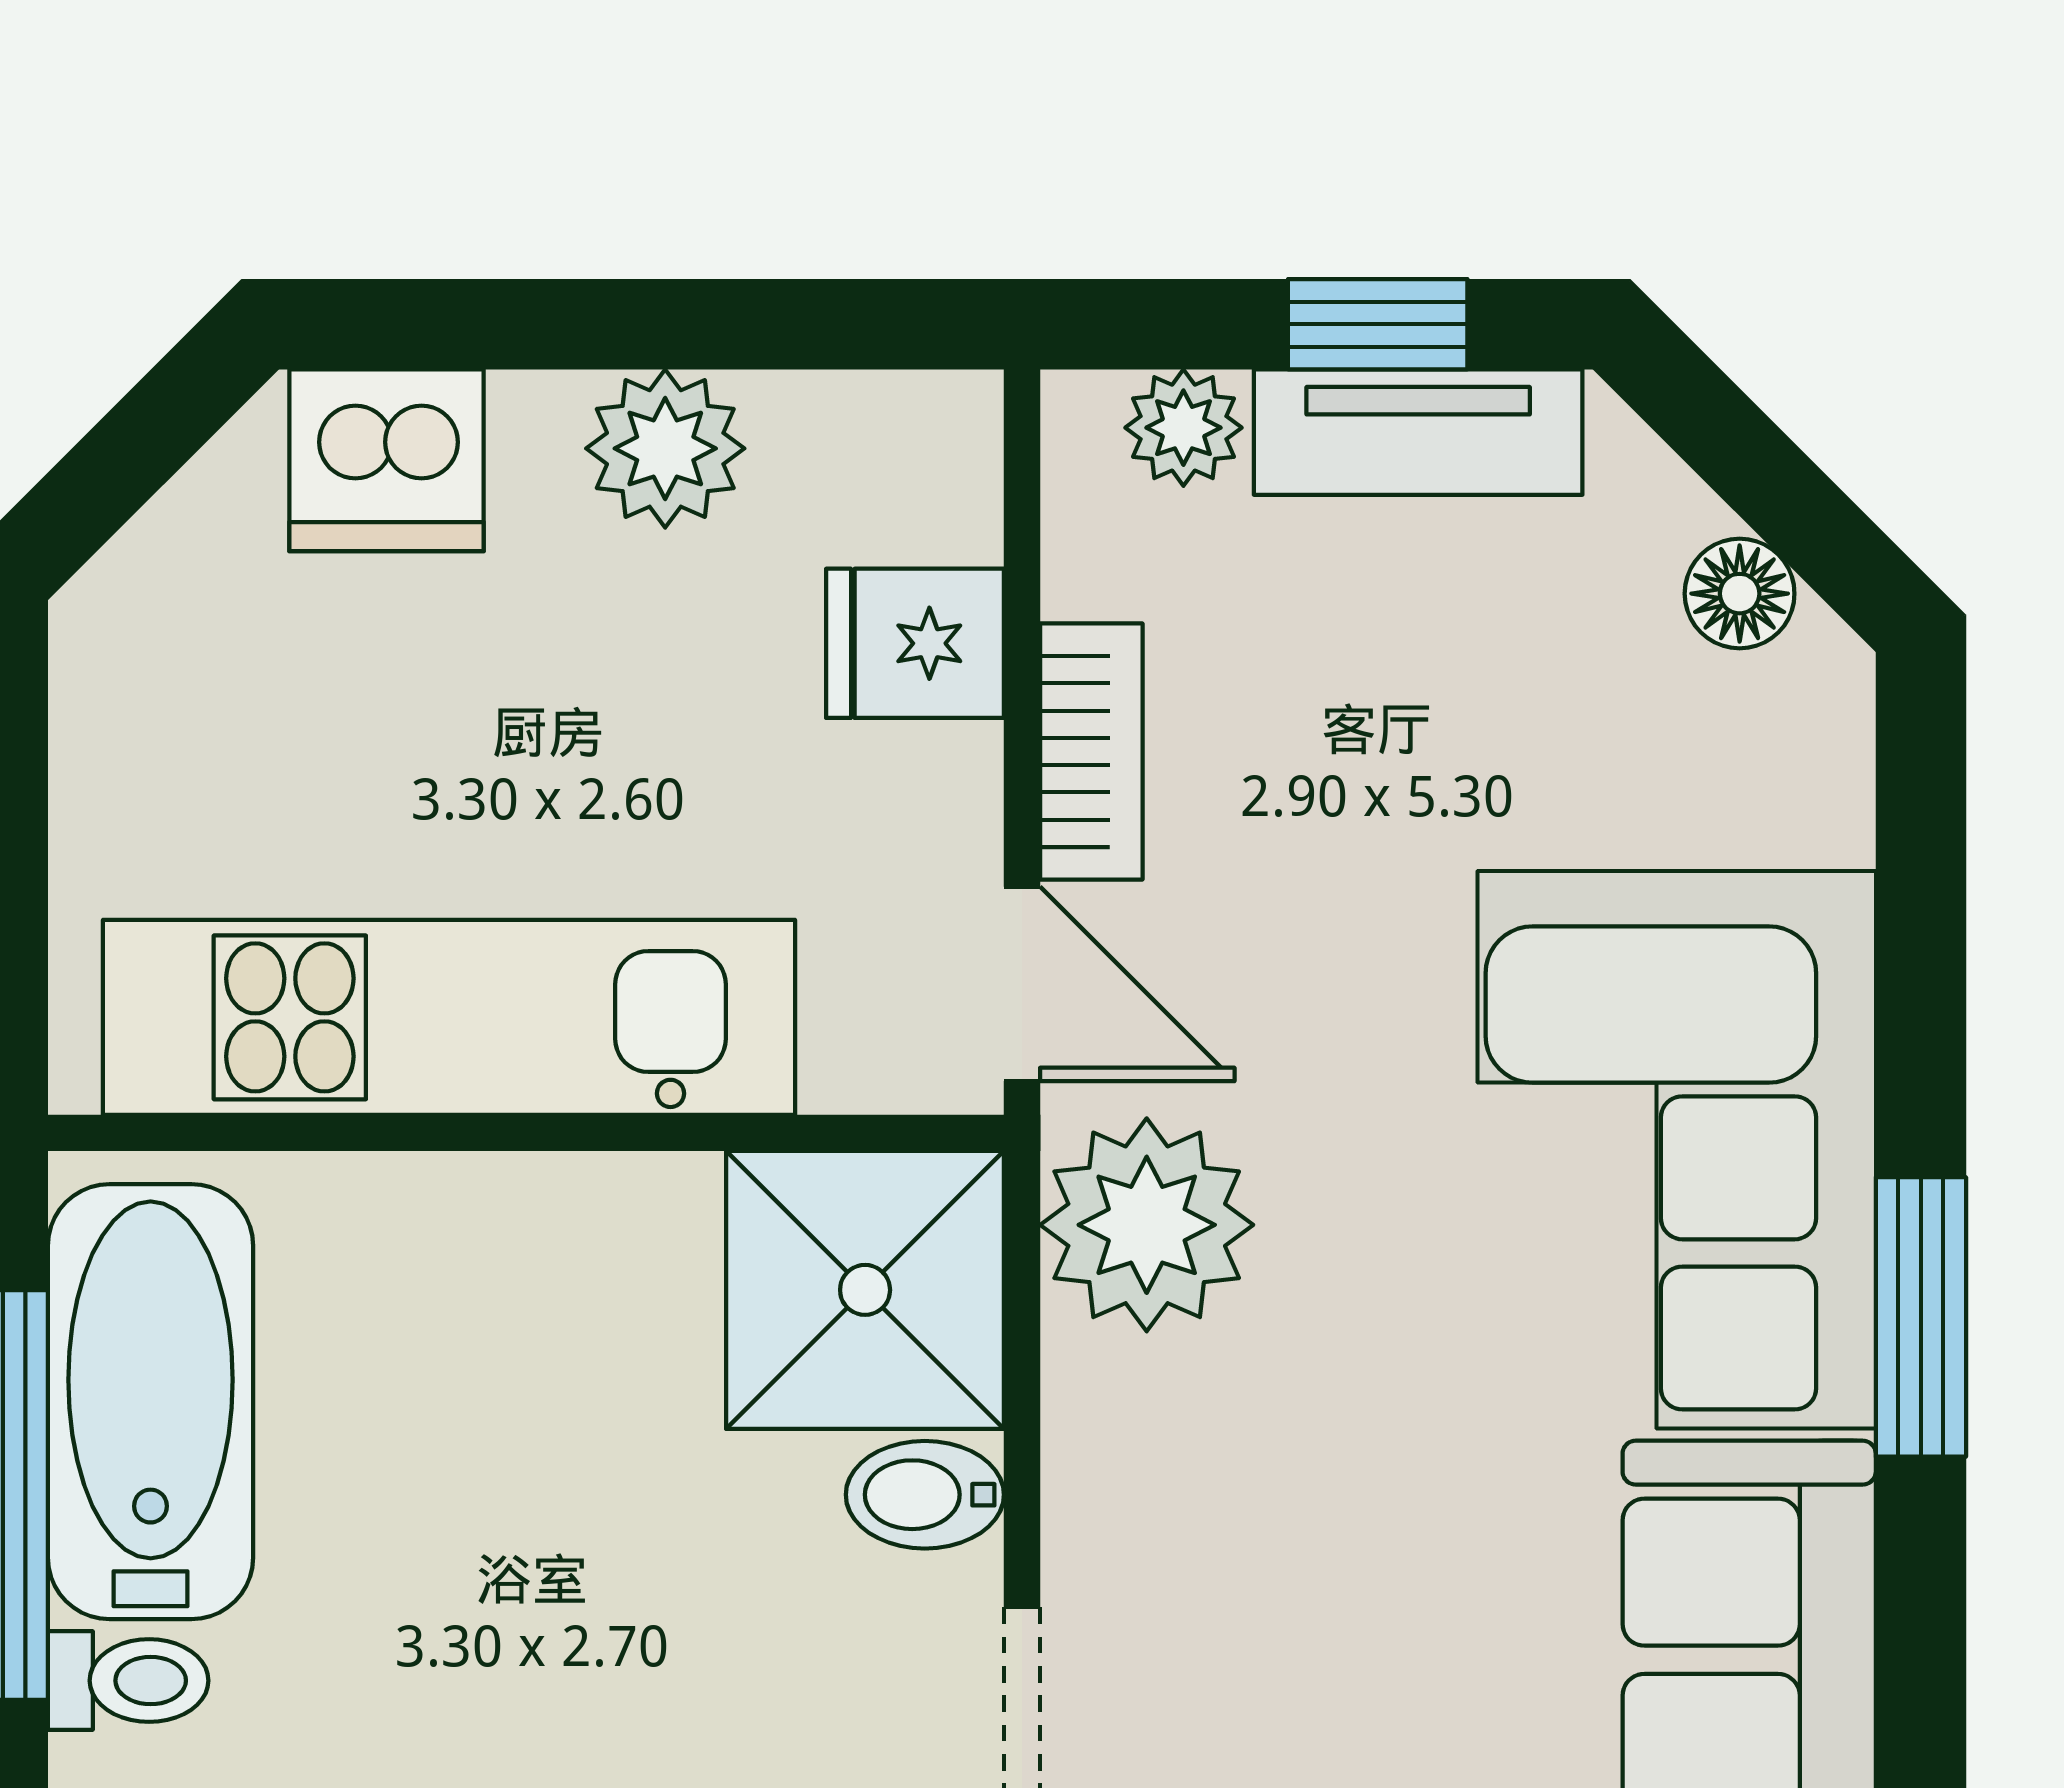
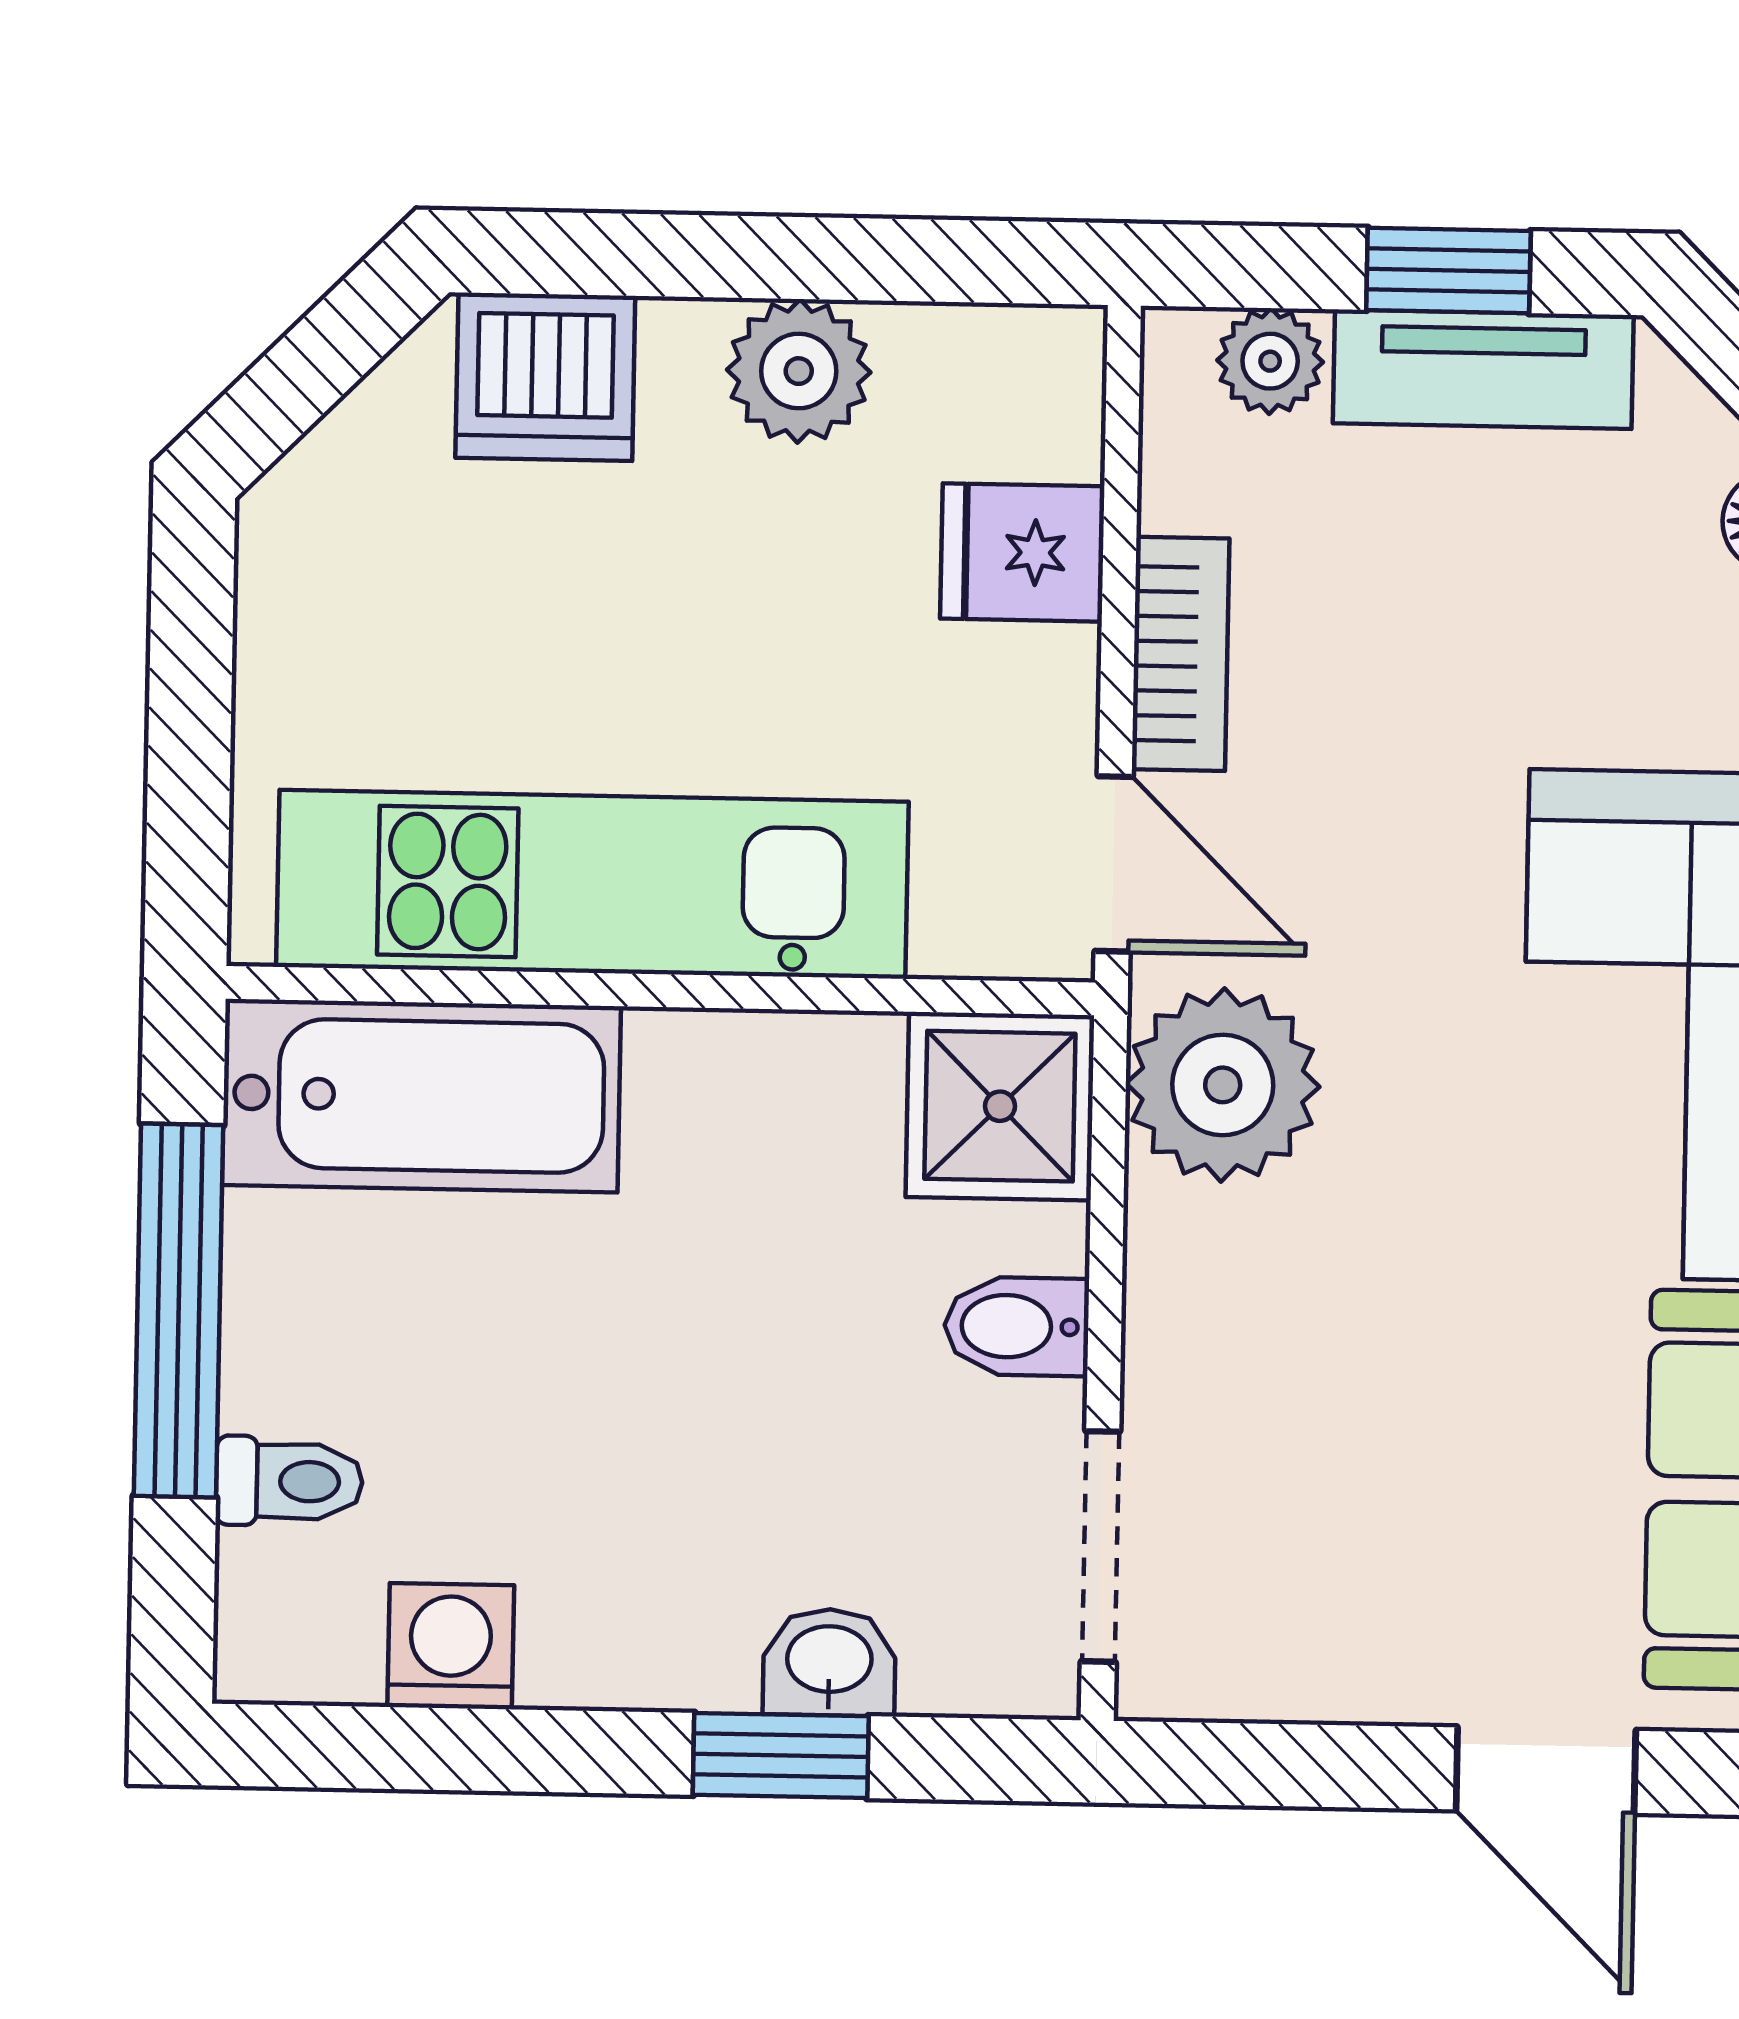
shower: (865, 1290) -> (1000, 1106), width x0.73, depth x0.73
bathtub: (151, 1402) -> (421, 1096), moved, turned 90

